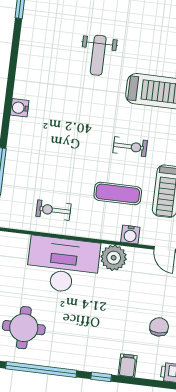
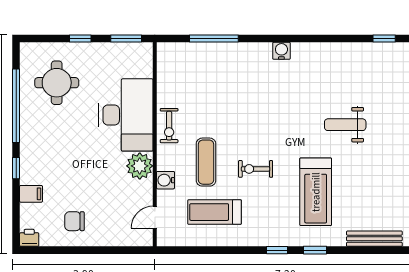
exercise bike: (130, 147) -> (256, 169), turned 90
exercise bike: (53, 210) -> (169, 126), moved, turned 180
chair: (159, 327) -> (74, 221), turned 180

